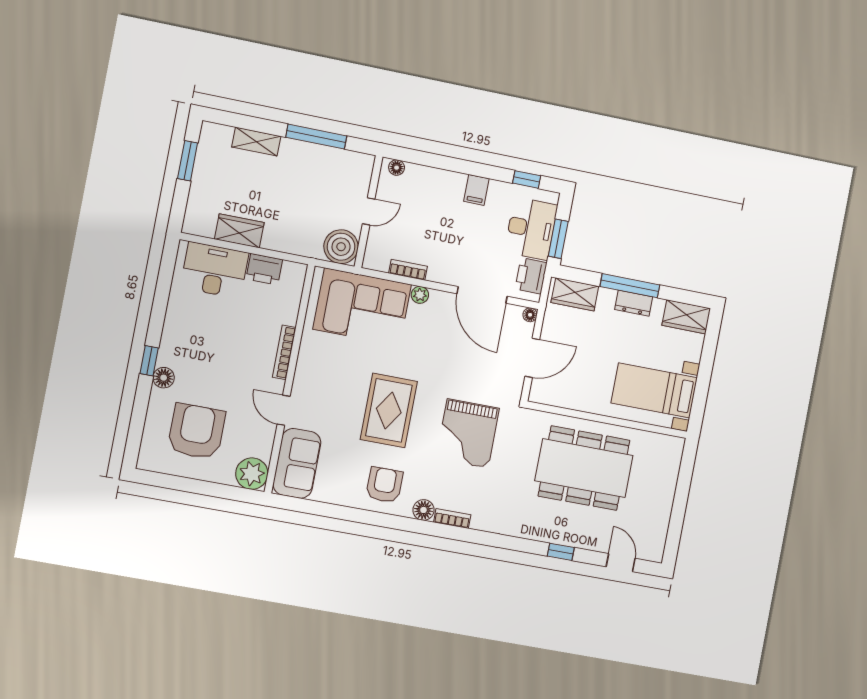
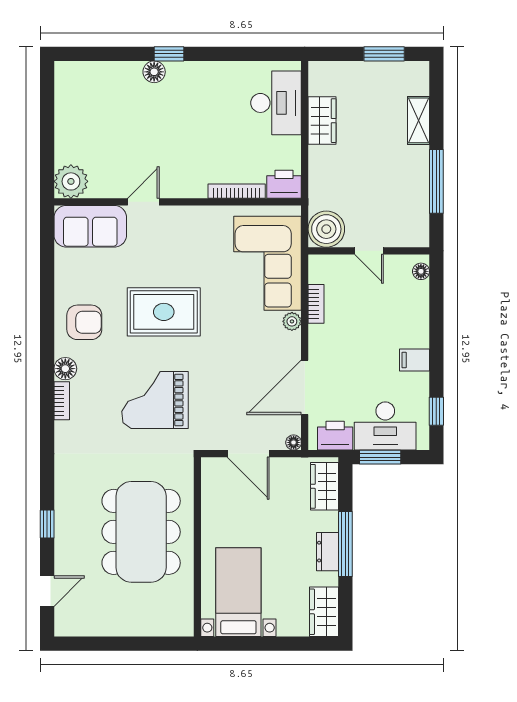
printer: (264, 269) -> (284, 184), moved, turned 90
bookcase: (284, 352) -> (237, 191), moved
armchair: (196, 431) -> (105, 116), removed

